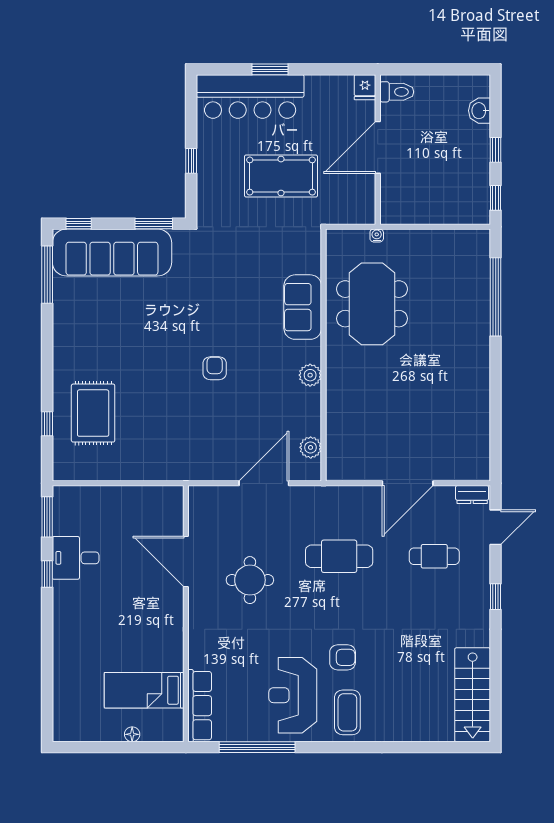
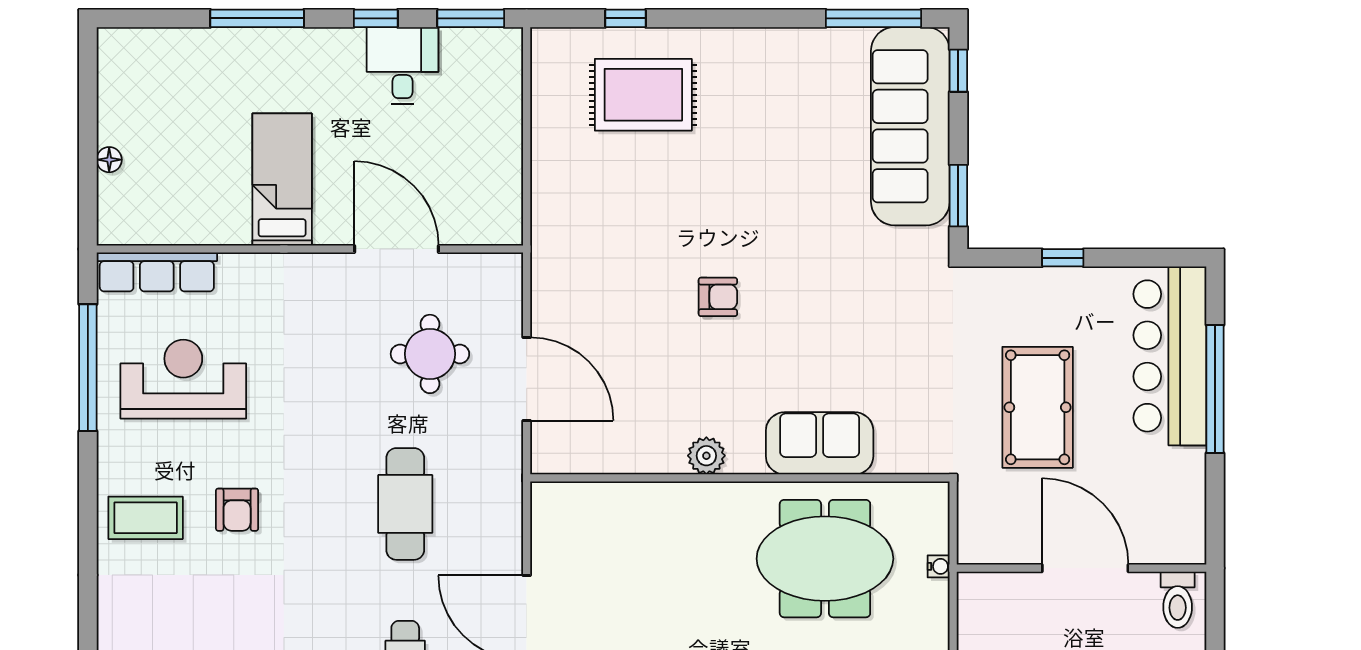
window: (270, 69) -> (1215, 389), width x2.11
fridge: (365, 87) -> (1185, 547), removed
plant: (311, 447) -> (586, 456), removed
door: (186, 562) -> (396, 249), hinge flipped
round table: (250, 580) -> (430, 354), moved
window: (47, 645) -> (257, 18), added
bed: (144, 690) -> (282, 180), moved
reception desk: (293, 695) -> (183, 379), moved

